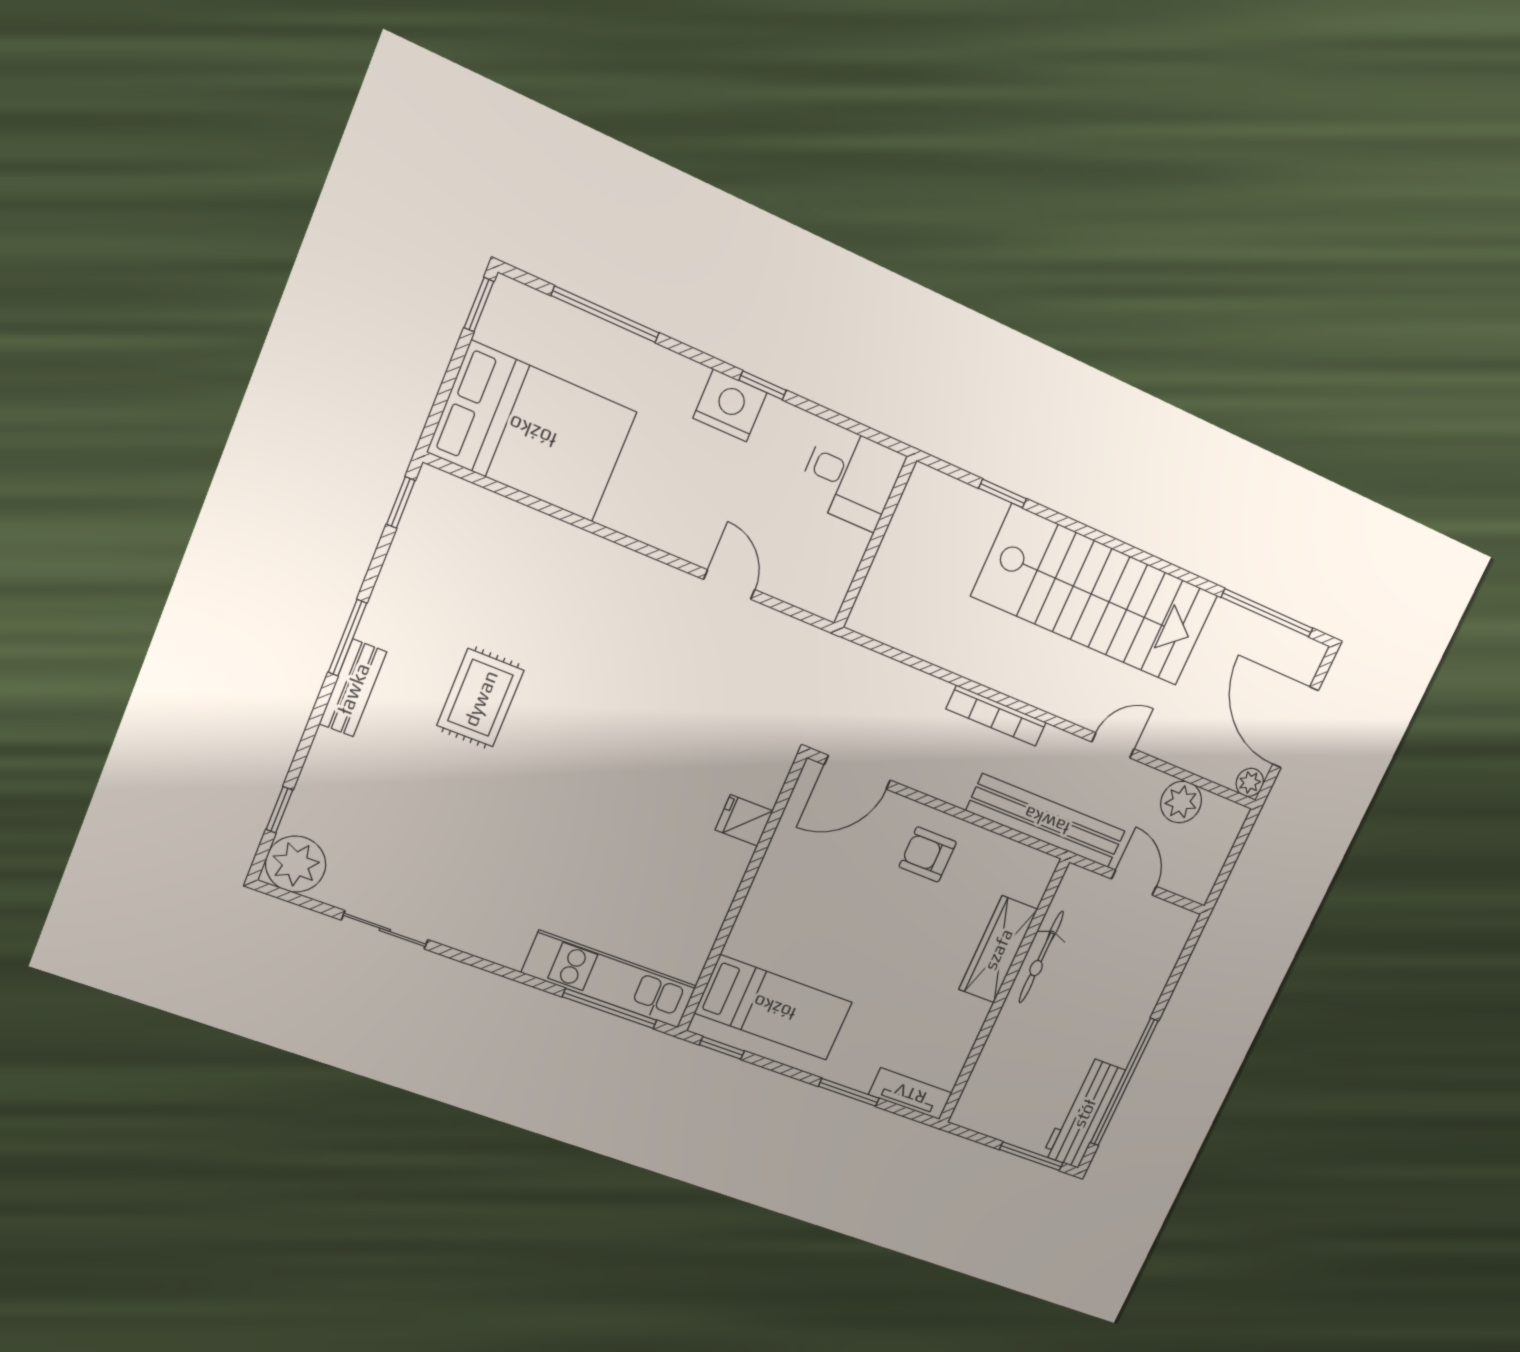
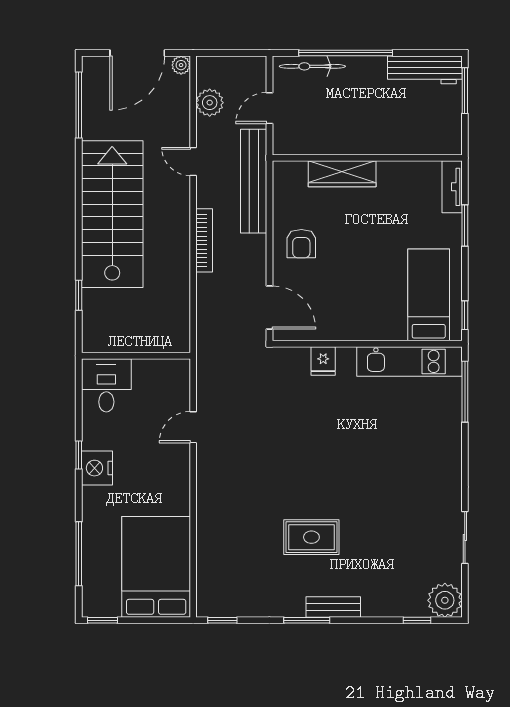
bicycle: (1041, 957) -> (312, 66), moved, turned 180
kitchen unit: (609, 979) -> (410, 361), moved, turned -90
window: (1124, 1082) -> (346, 53), moved

